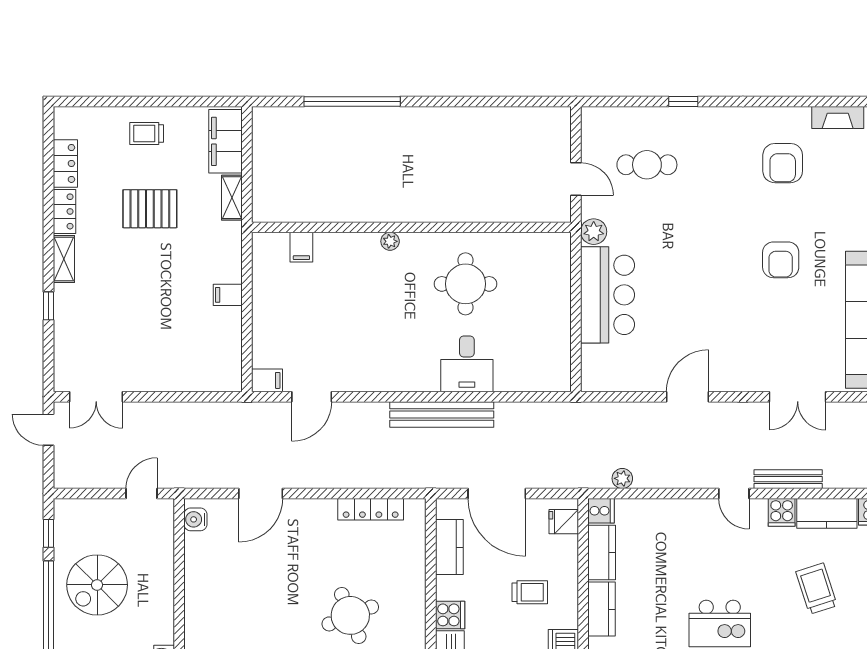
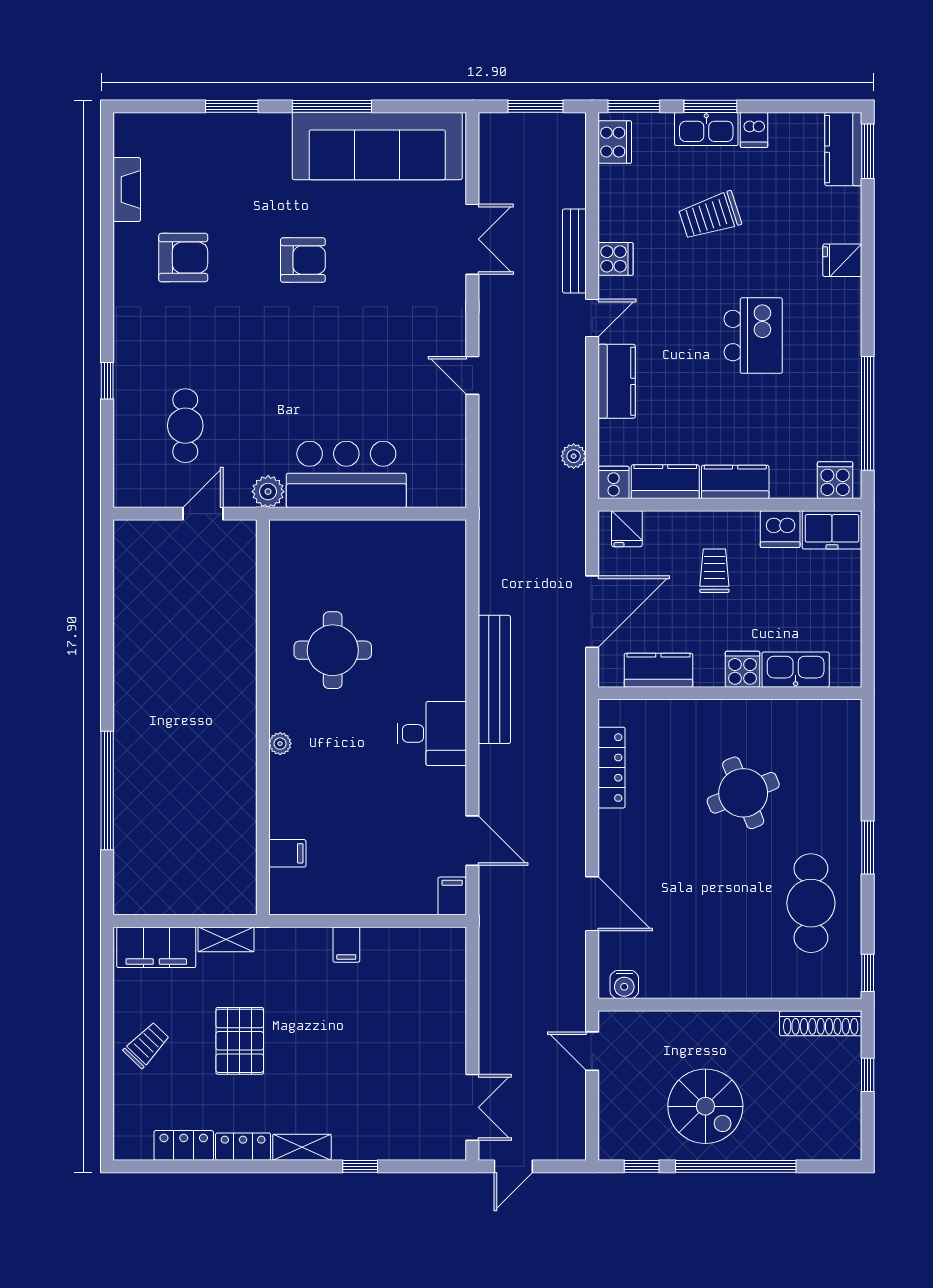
trolley: (147, 134) -> (147, 1045), turned -136
desk: (467, 364) -> (432, 733), moved
door: (687, 397) -> (472, 375), width x0.73
kitchen counter: (827, 513) -> (617, 381), moved

